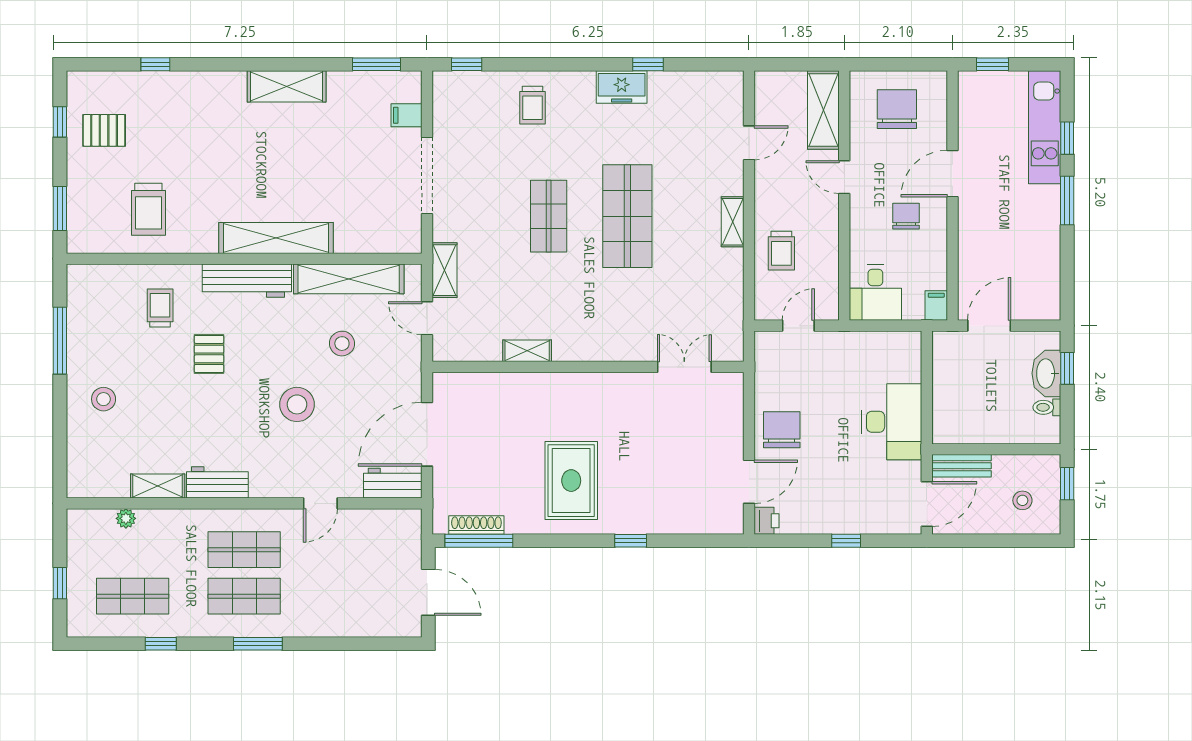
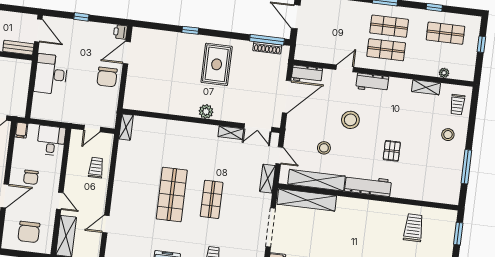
shelving: (733, 222) -> (126, 127), moved
shelving: (276, 238) -> (307, 200), moved
trolley: (160, 308) -> (457, 105), moved
double door: (684, 367) -> (258, 128), moved
plant: (580, 386) -> (206, 111), added
workbench: (217, 482) -> (372, 83), moved
door: (927, 504) -> (38, 30), swing flipped

